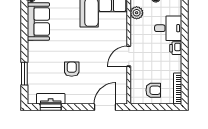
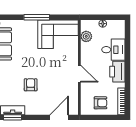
printer: (176, 48) -> (117, 72), width x1.87, depth x1.48
door: (129, 56) -> (79, 74), swing flipped

